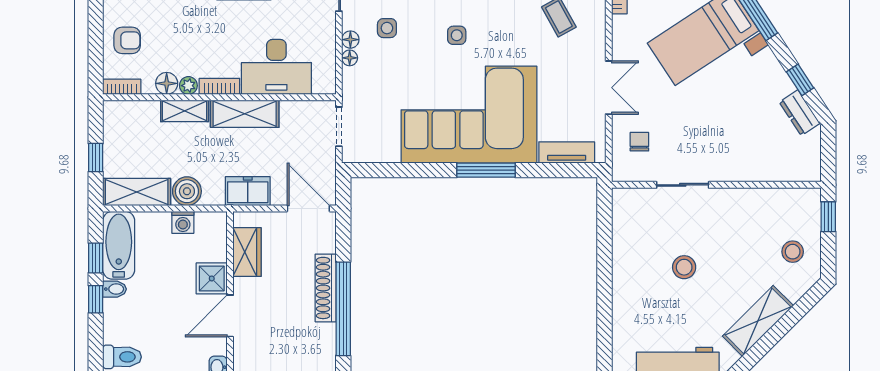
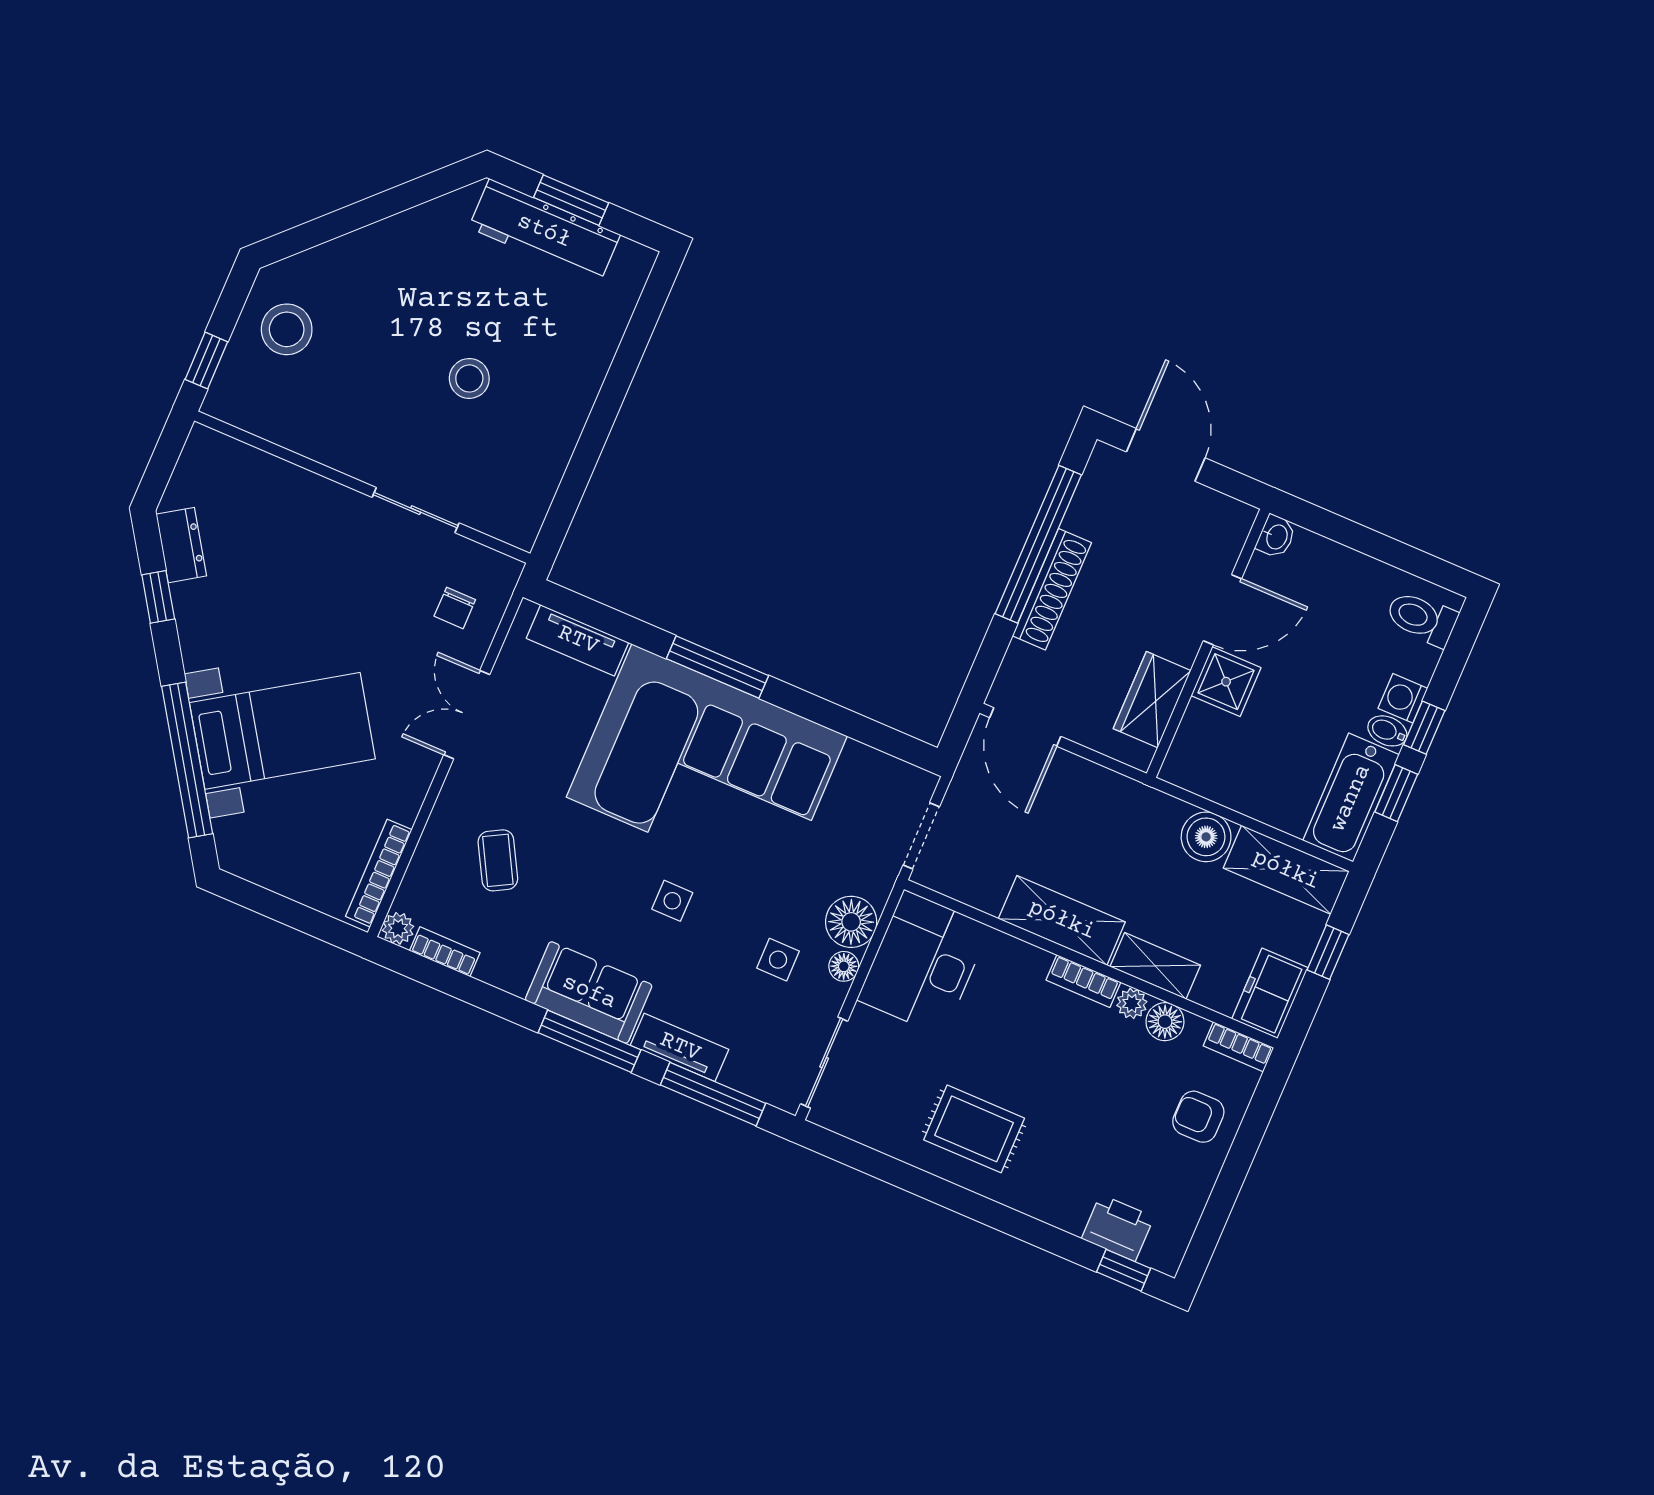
floor lamp: (350, 58) -> (851, 922), width x1.89, depth x1.89
desk: (276, 67) -> (924, 963), moved, turned -90
freezer: (248, 191) -> (1270, 993), moved, turned 90
washing machine: (183, 222) -> (1403, 698), moved, turned -90
stool: (793, 252) -> (287, 329), width x1.38, depth x1.38
shelving: (758, 321) -> (389, 243), removed

